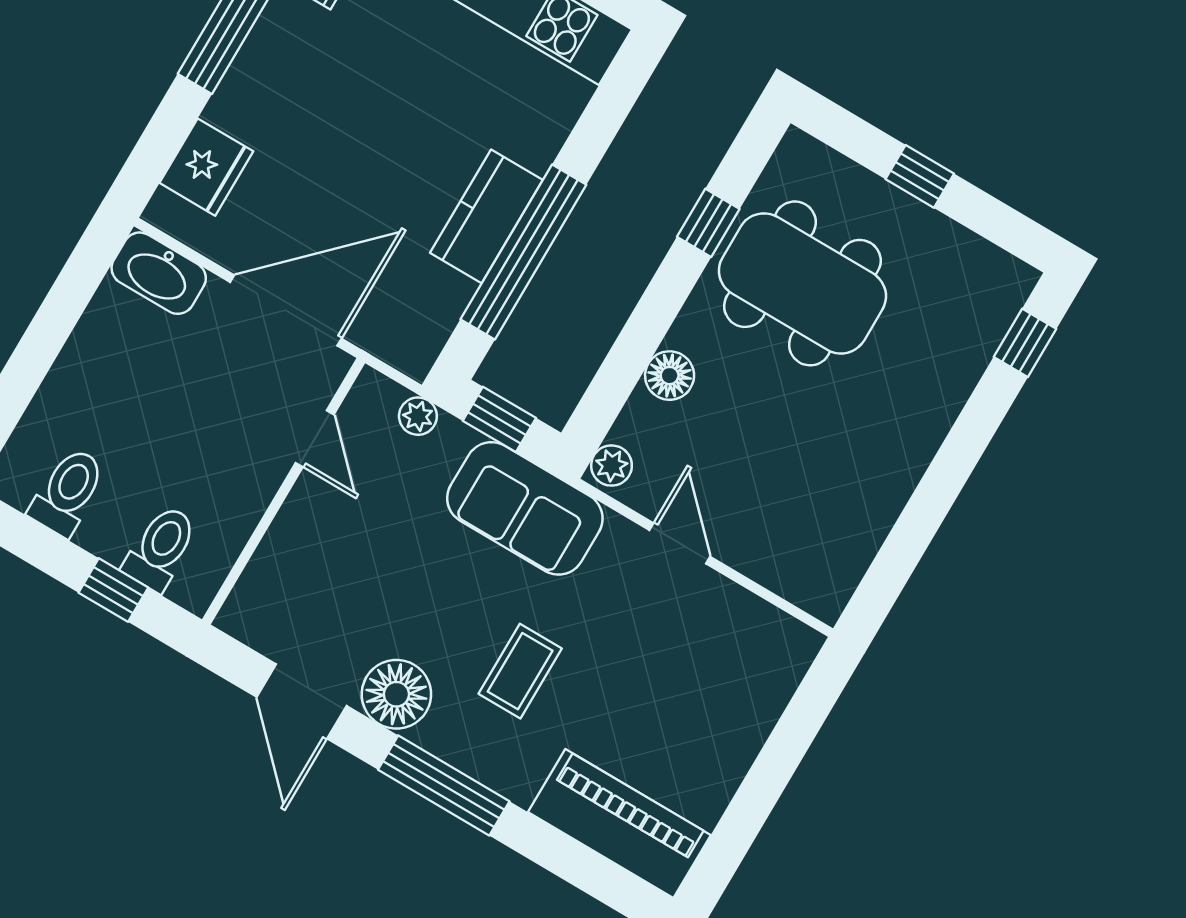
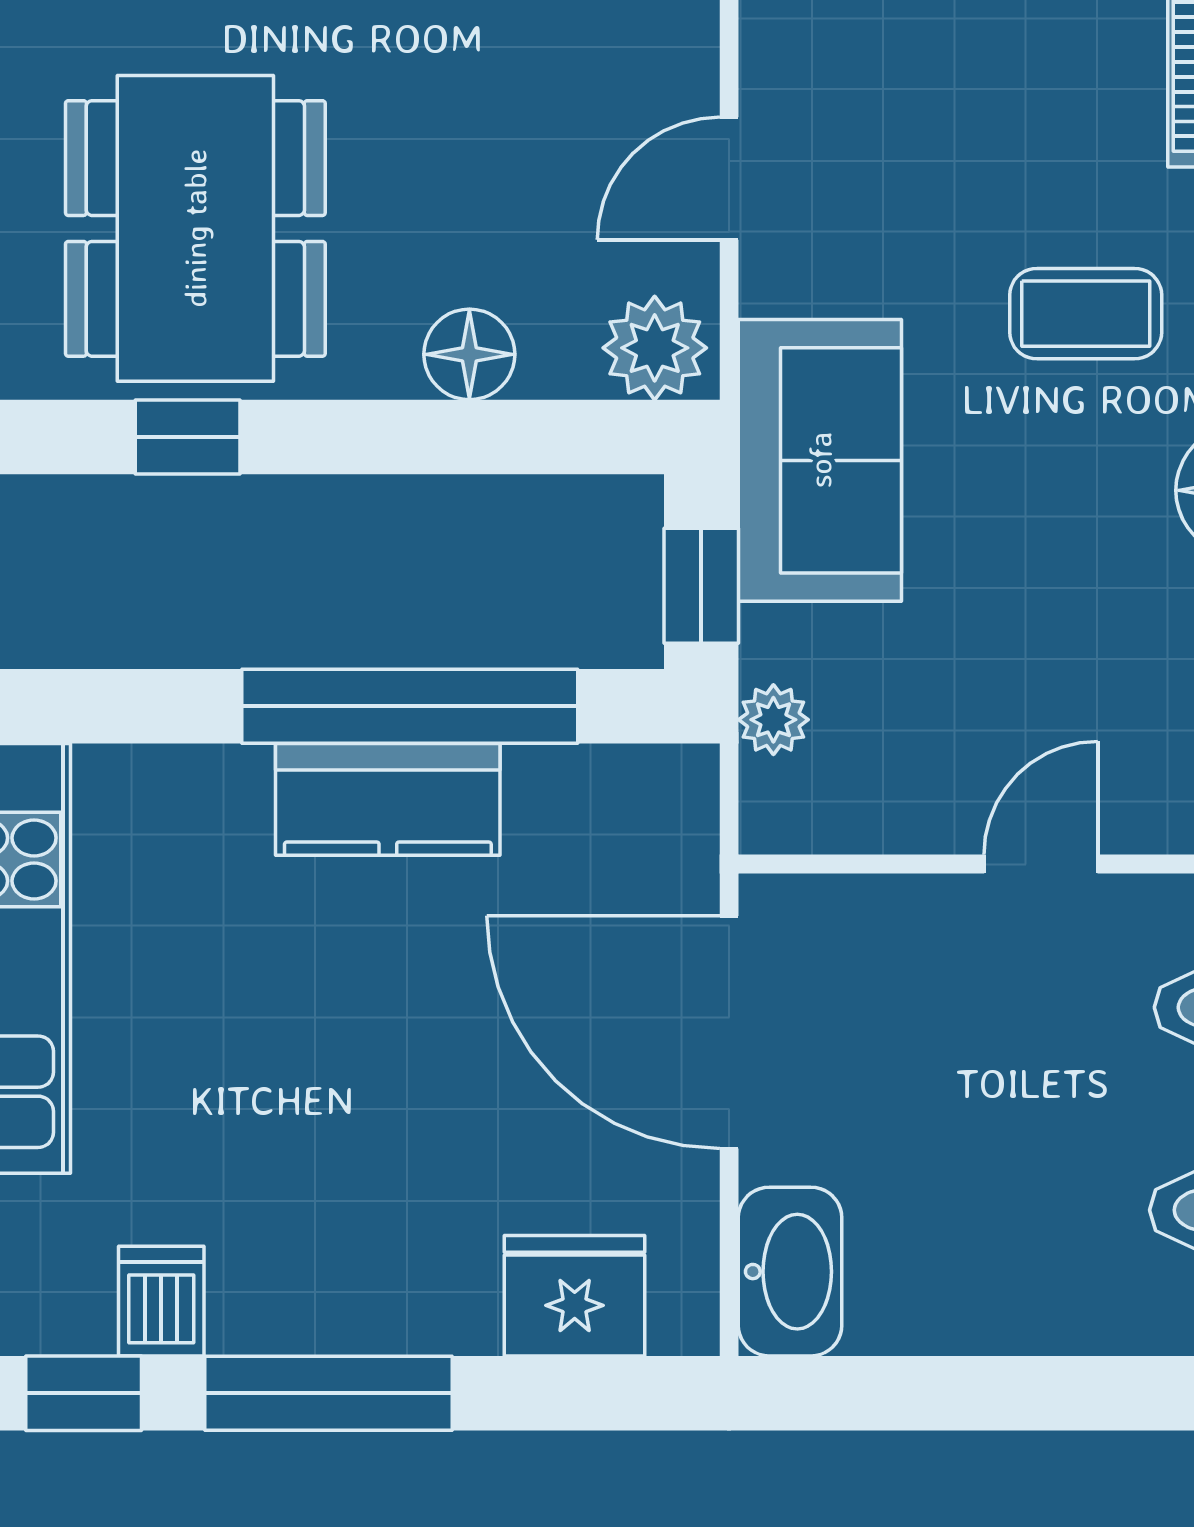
door: (315, 439) -> (1041, 864), moved
plant: (612, 466) -> (655, 348), width x1.38, depth x1.38

